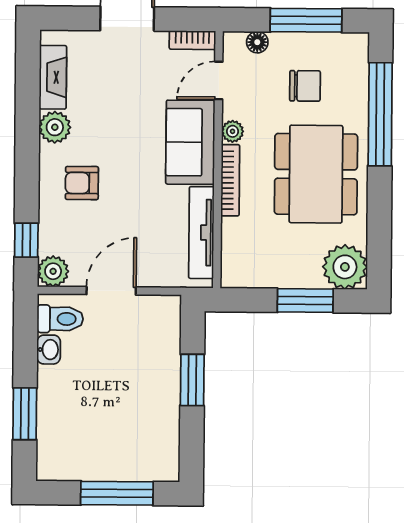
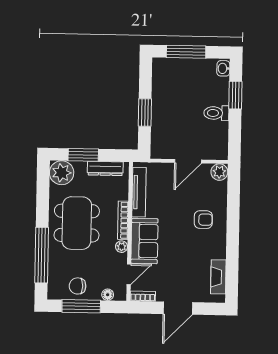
chair: (305, 86) -> (78, 286), moved
plant: (55, 127) -> (218, 250), removed
window: (26, 240) -> (234, 189), removed
dresser: (264, 276) -> (105, 168), added
toilet: (60, 319) -> (216, 113), moved
washbasin: (49, 350) -> (223, 68), moved

